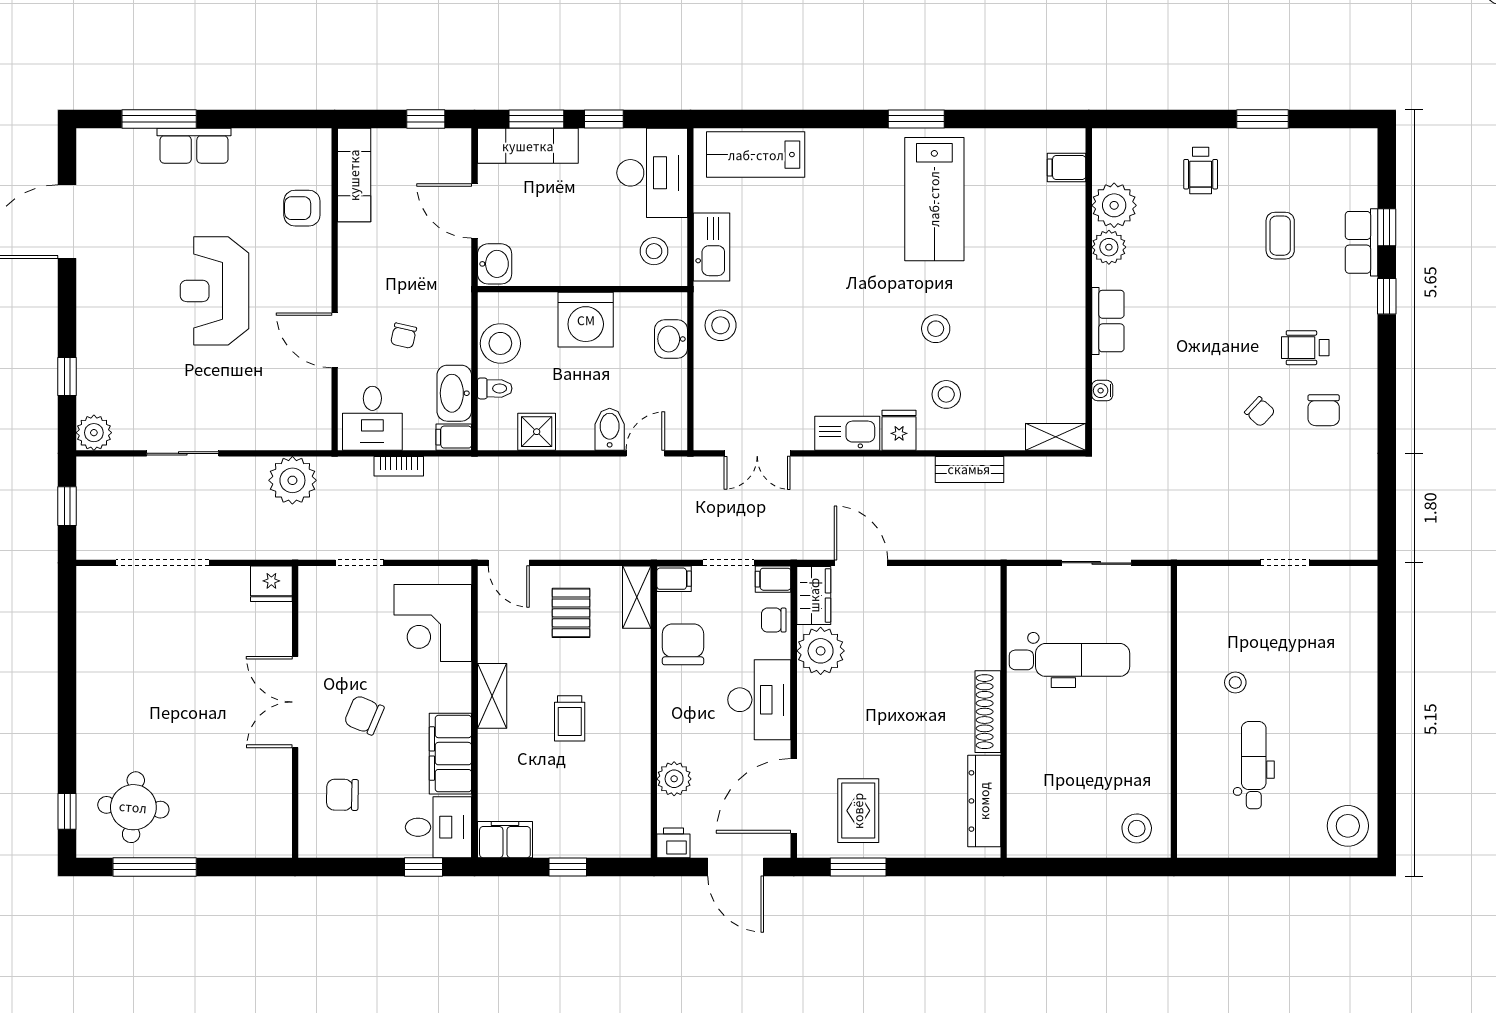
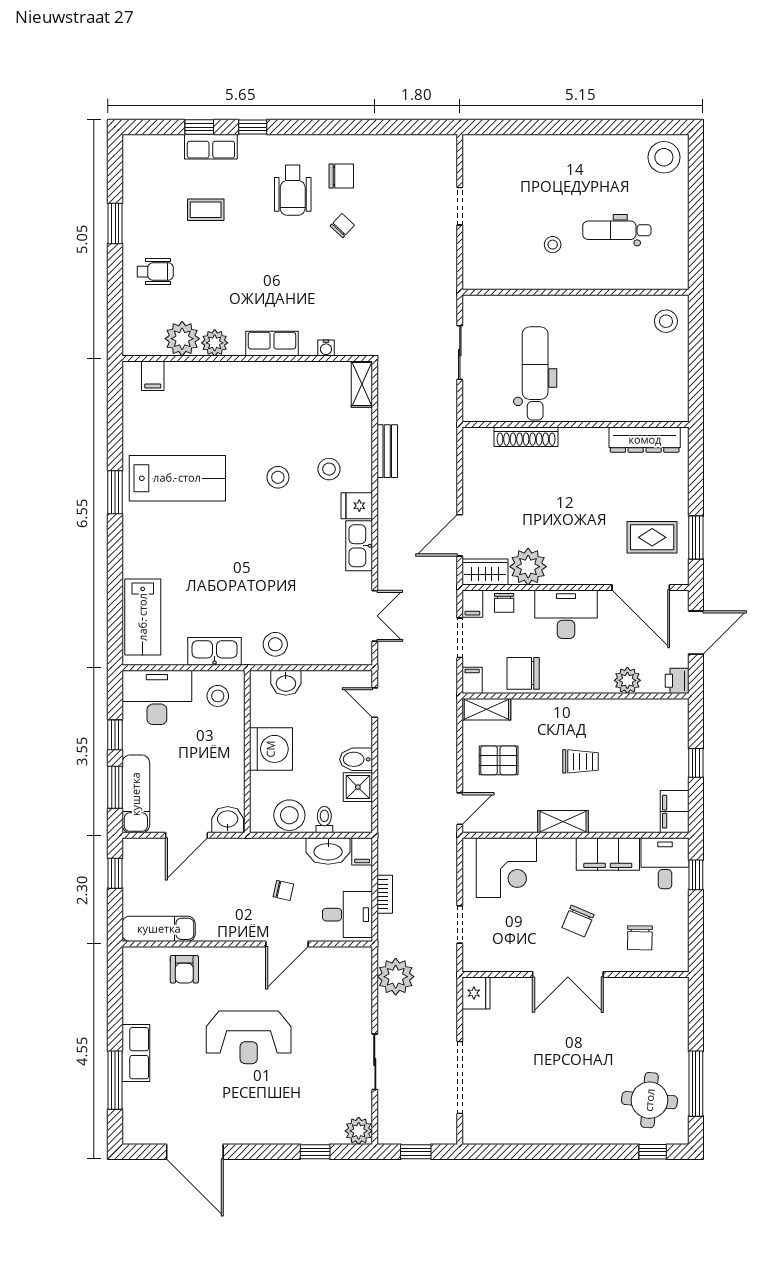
wheelchair: (1305, 348) -> (293, 190), width x1.36, depth x1.37
bidet: (610, 429) -> (356, 759), moved
shoe rack: (988, 712) -> (526, 437), moved

